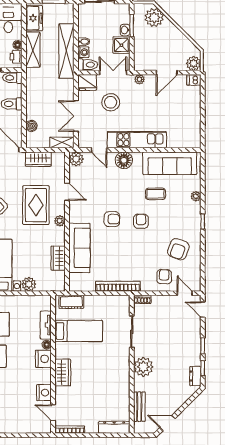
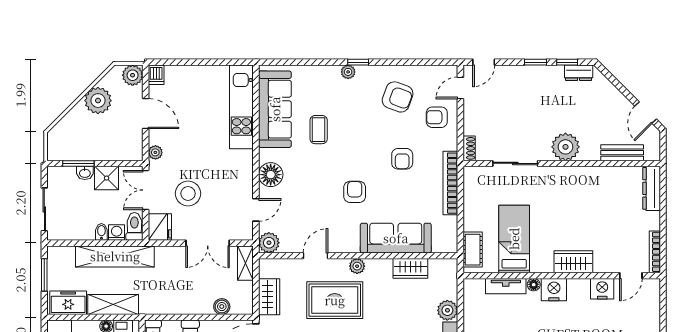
plant: (154, 18) -> (98, 101), moved
kitchen unit: (137, 140) -> (241, 107), moved
plant: (196, 196) -> (348, 72), moved
armchair: (141, 221) -> (402, 159), moved, turned -90

